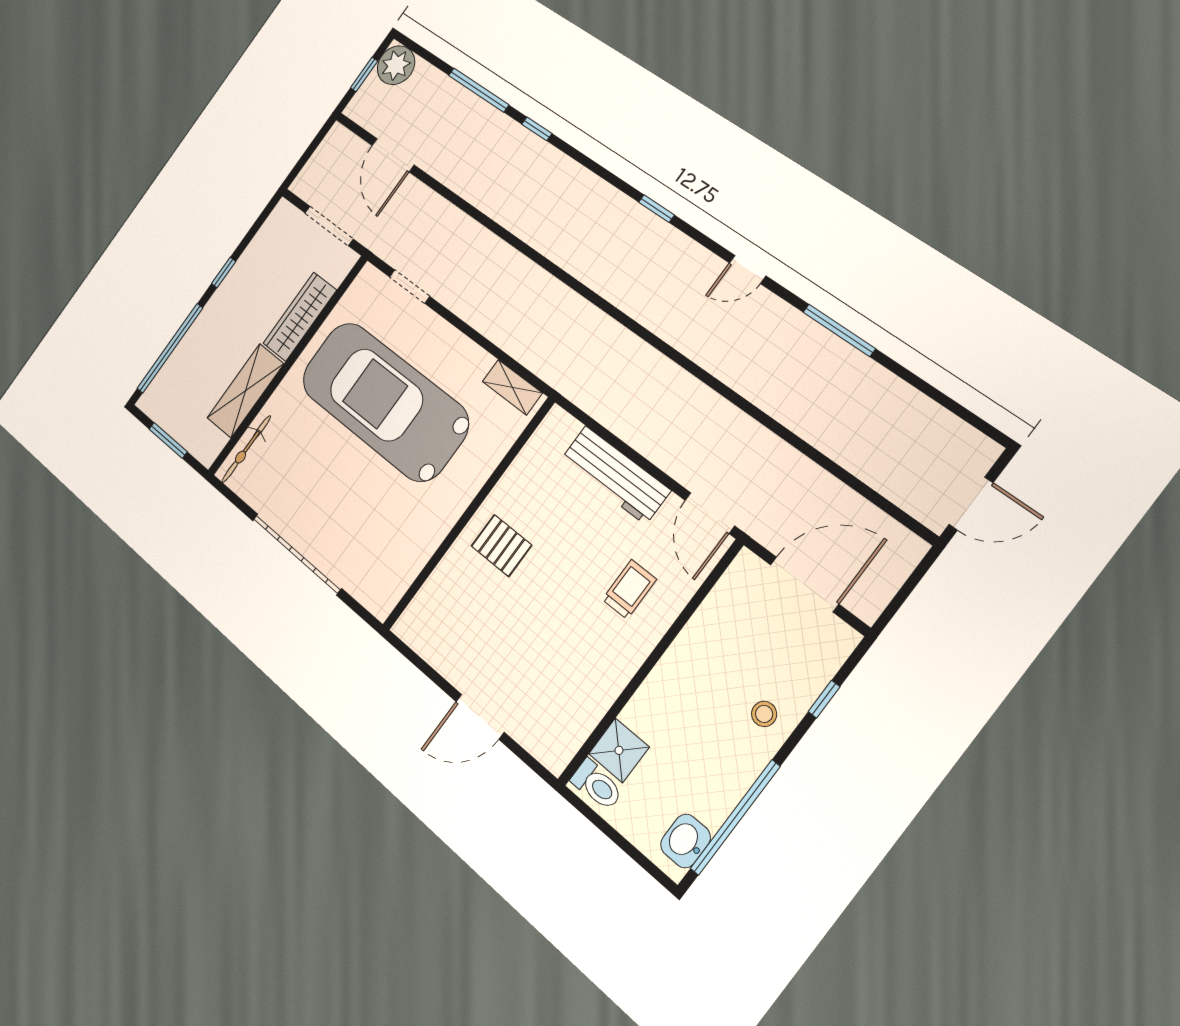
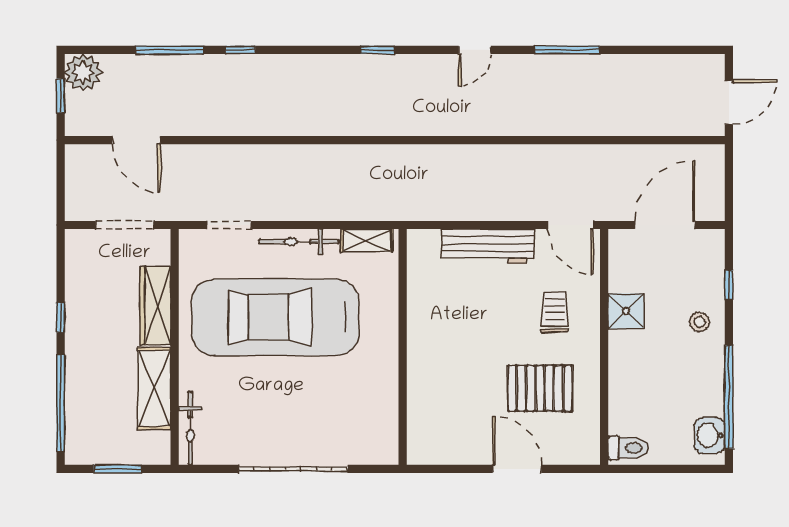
bicycle: (455, 345) -> (299, 242), added
pallet: (502, 545) -> (540, 388), moved, width x1.50, depth x1.42
door: (480, 717) -> (517, 469), swing flipped
shower: (619, 750) -> (626, 311), moved

